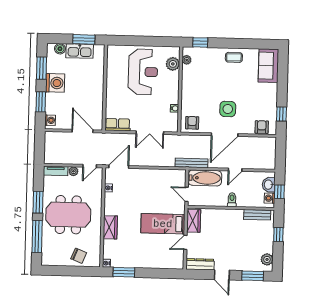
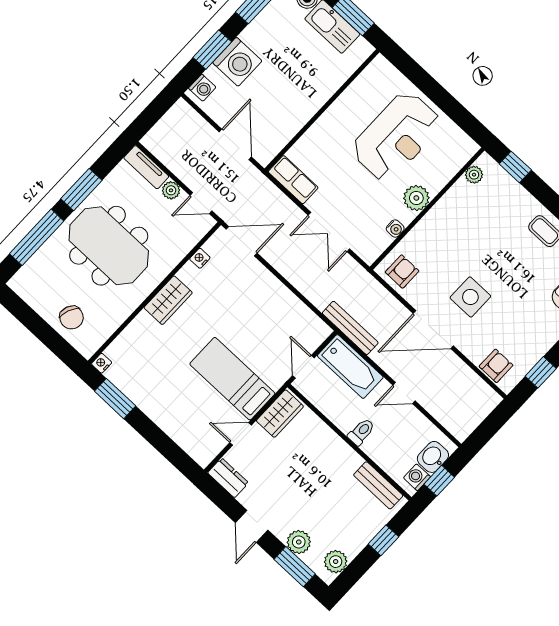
plant: (173, 64) -> (416, 198), moved
washing machine: (55, 83) -> (237, 62), moved
wardrobe: (110, 227) -> (168, 300), moved
dresser: (200, 264) -> (228, 478), width x0.70
plant: (246, 265) -> (299, 542), added

